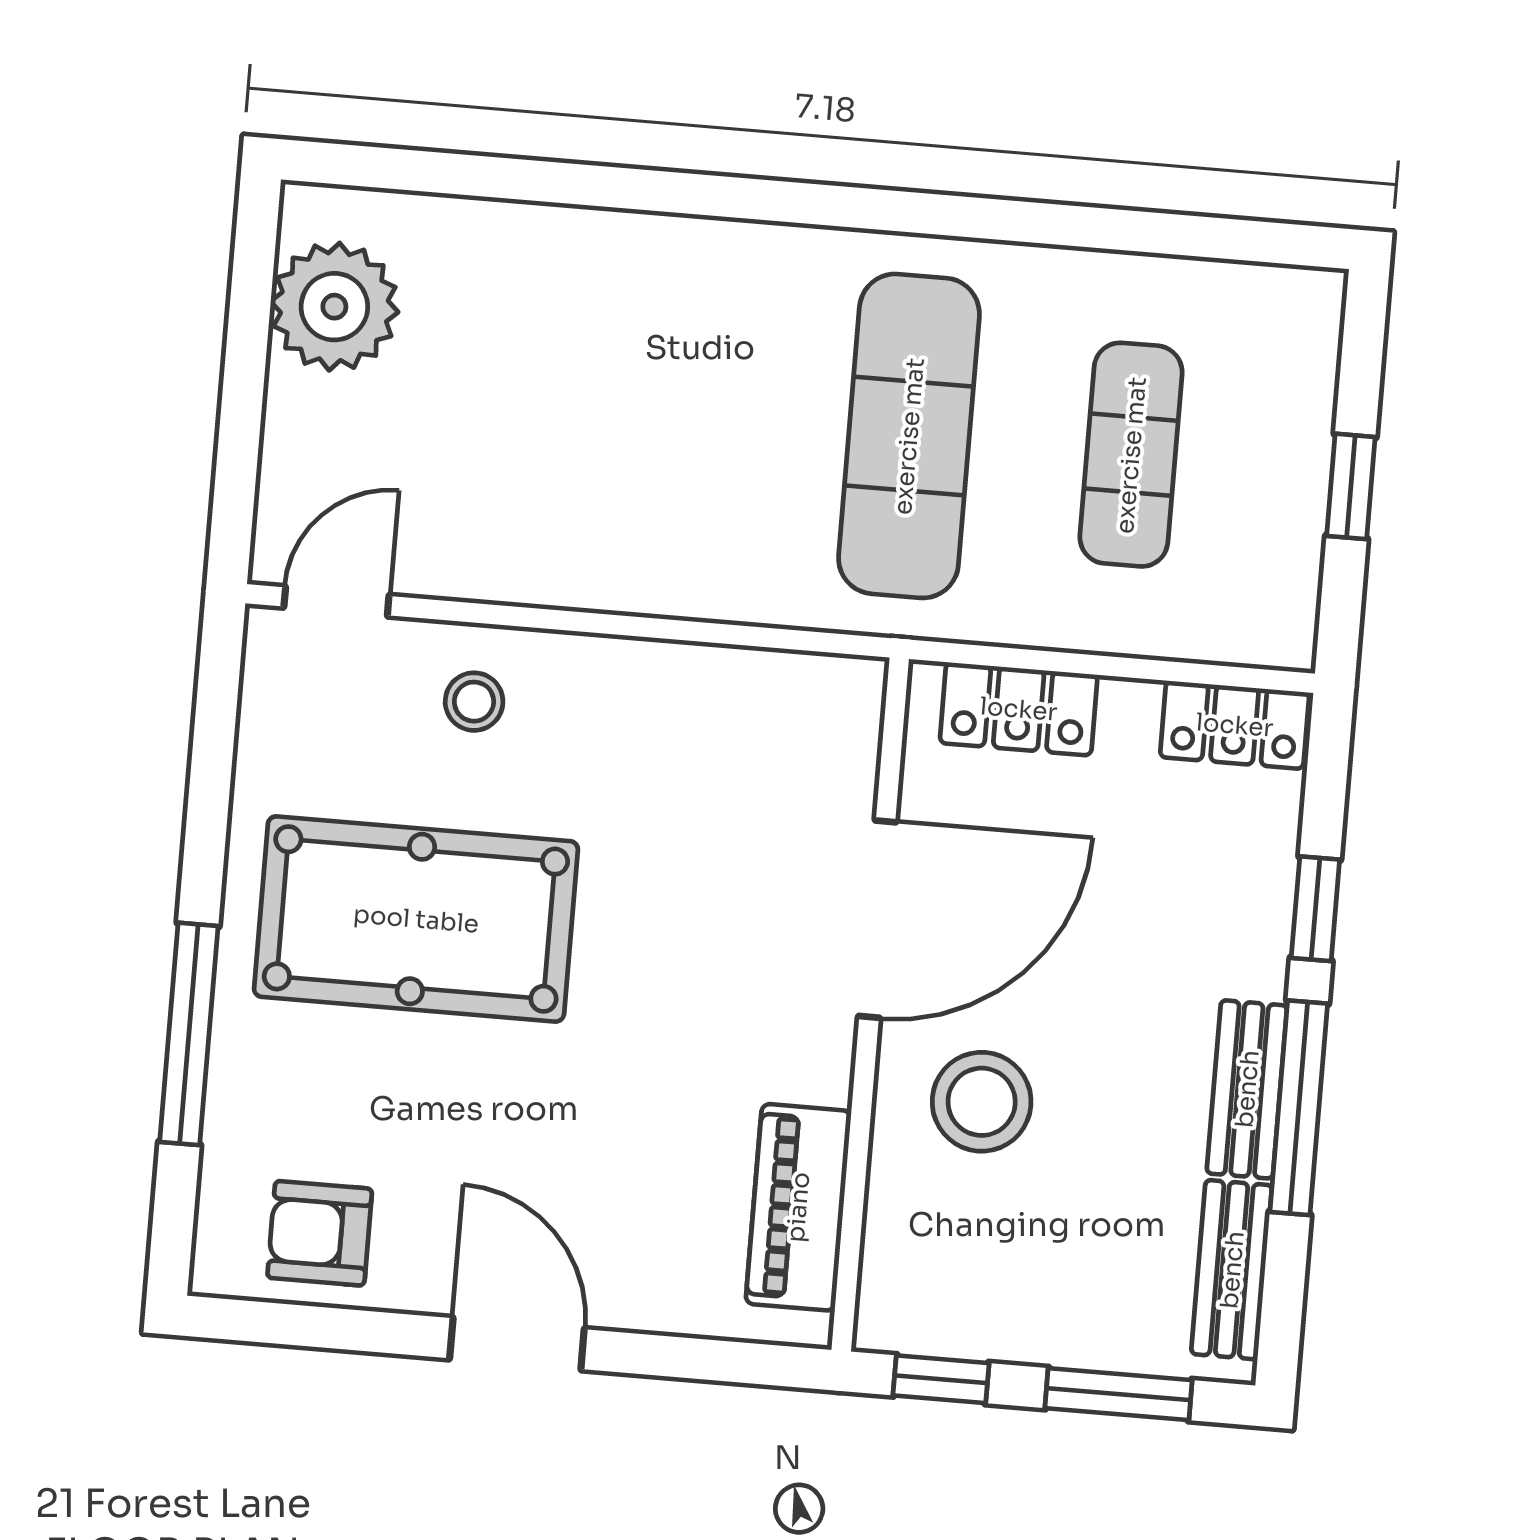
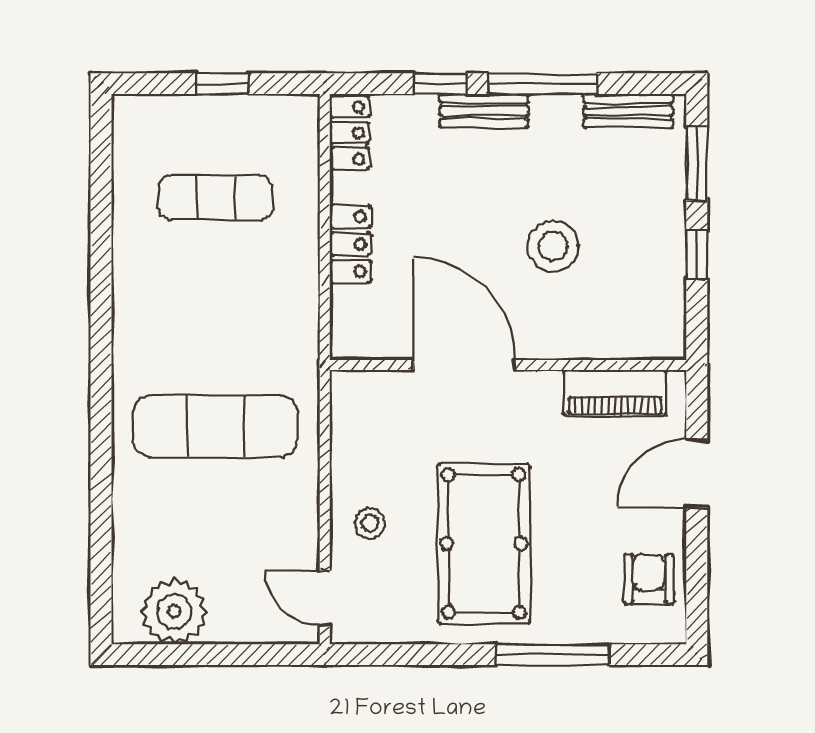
exercise mat: (909, 436) -> (216, 426), moved
door: (877, 919) -> (464, 365), moved
wall: (870, 1004) -> (508, 365), moved
bench: (1247, 1089) -> (484, 111), moved
piano: (798, 1207) -> (615, 393), moved
armchair: (320, 1233) -> (649, 579), turned 180

